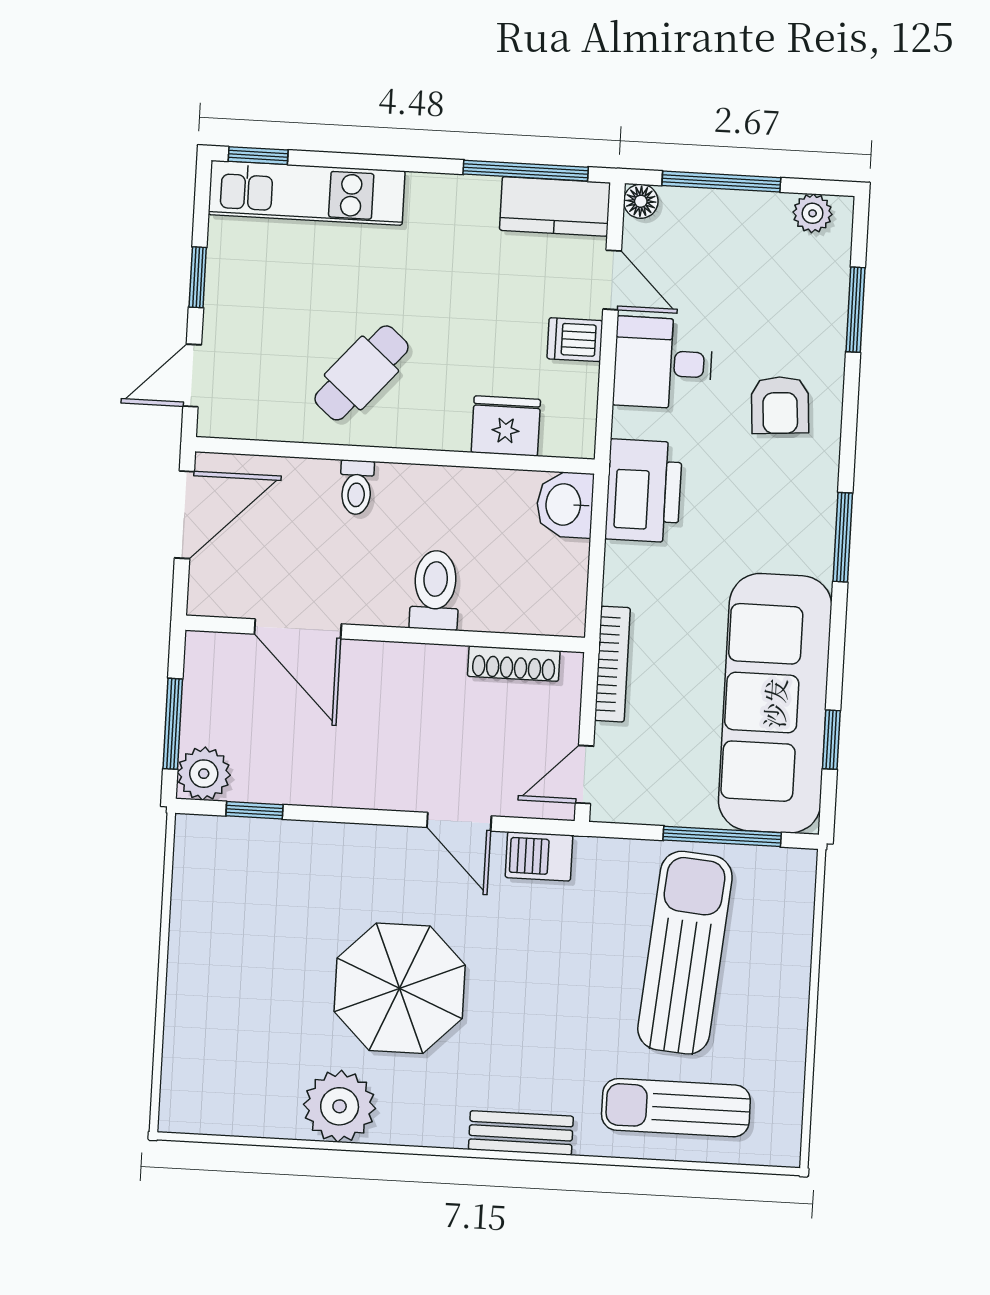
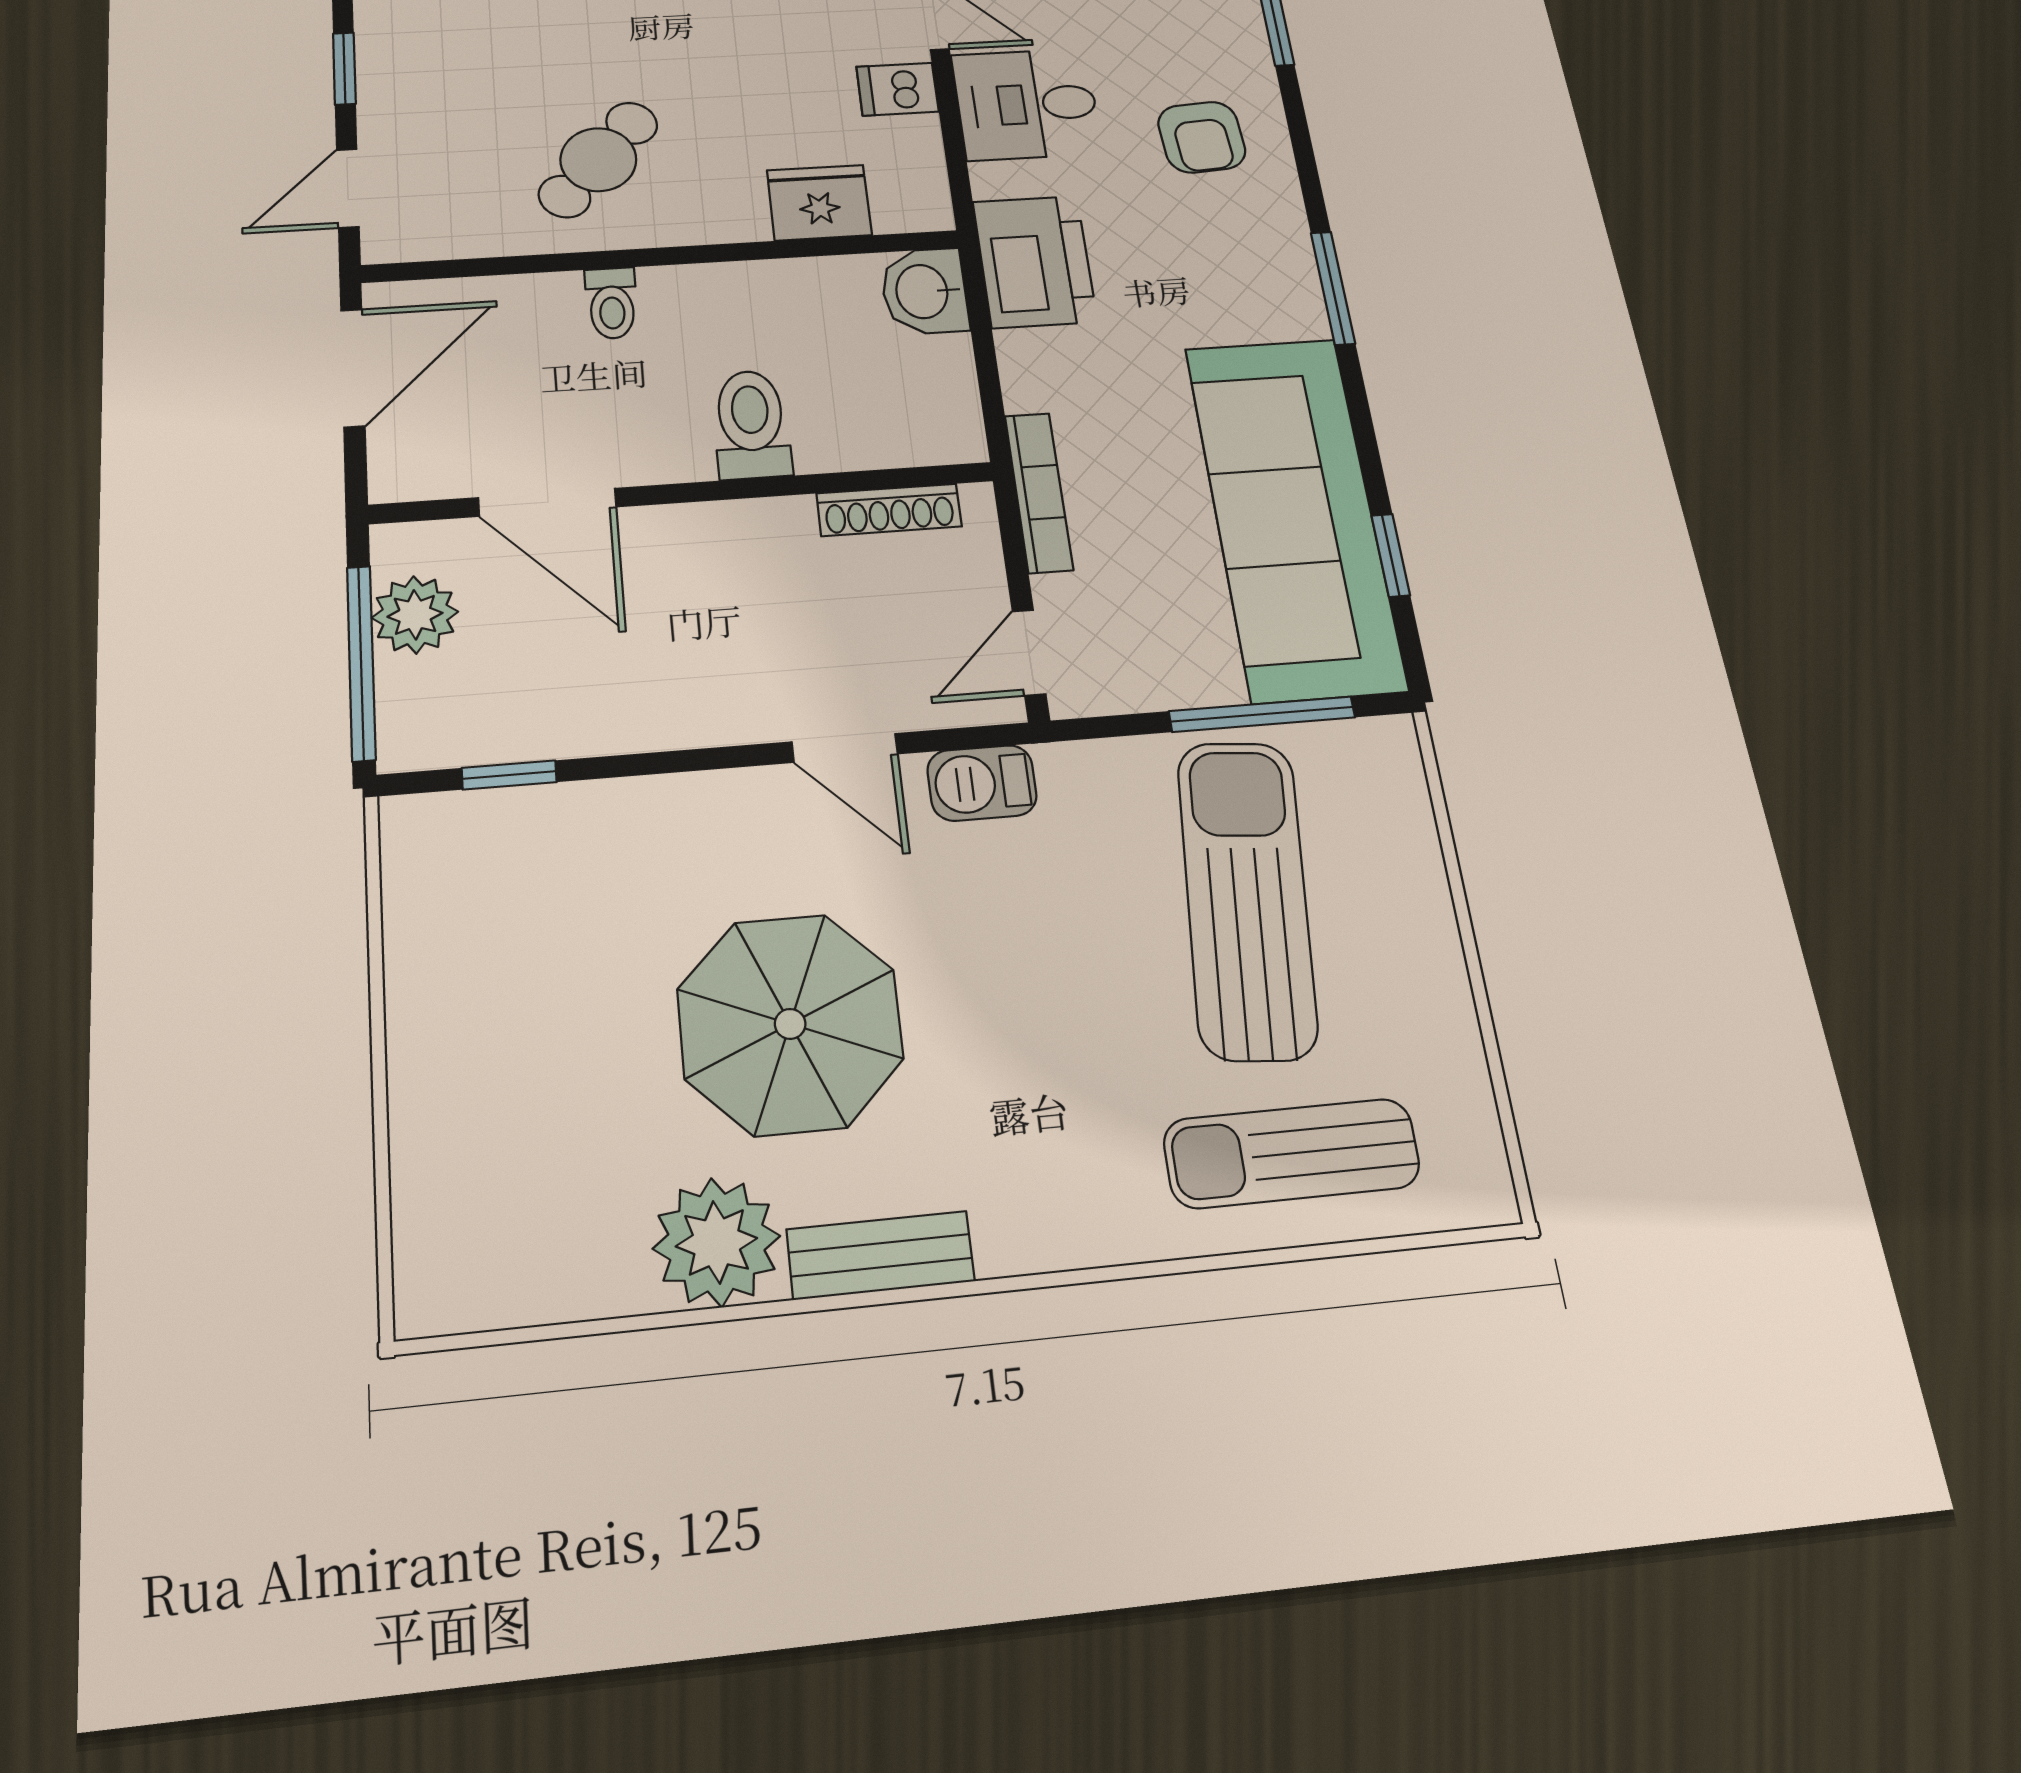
window: (173, 724) -> (361, 662), width x1.44
plant: (204, 774) -> (415, 615), moved
bench: (521, 1133) -> (880, 1255), moved

